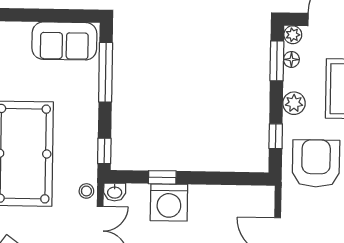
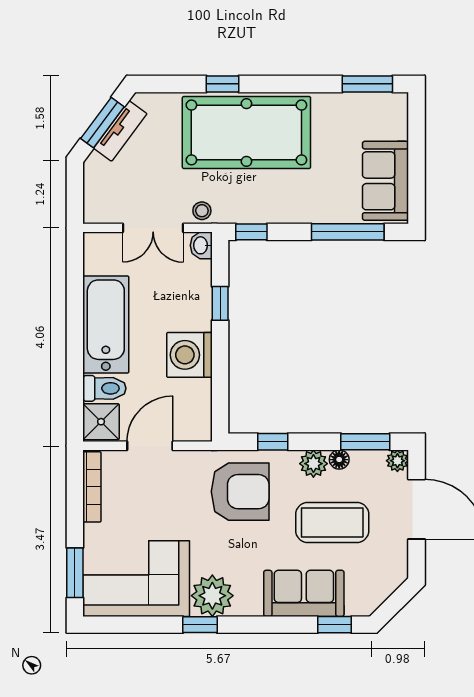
floor lamp: (291, 59) -> (339, 460), moved
washing machine: (169, 202) -> (189, 355), moved

